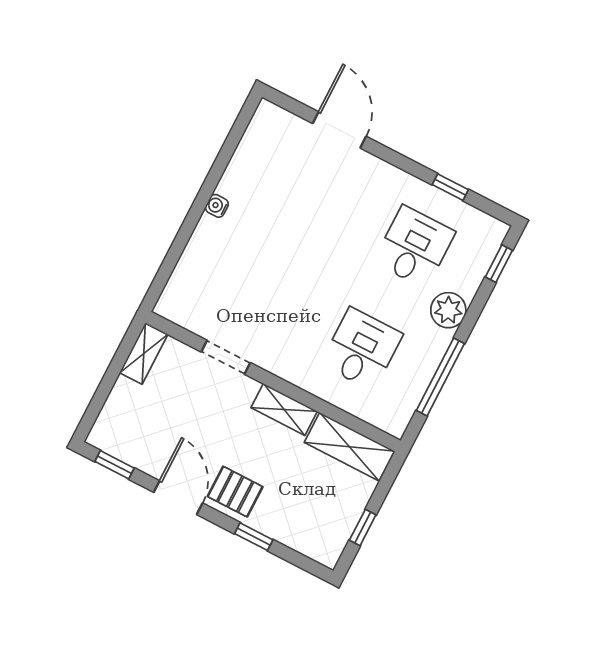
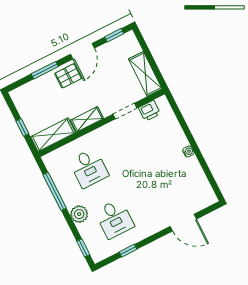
printer: (196, 317) -> (149, 111), added
shelving: (144, 353) -> (145, 74), width x1.50, depth x1.33
door: (178, 498) -> (82, 51), hinge flipped
window: (363, 527) -> (22, 127), moved
window: (254, 537) -> (45, 70), width x1.50

